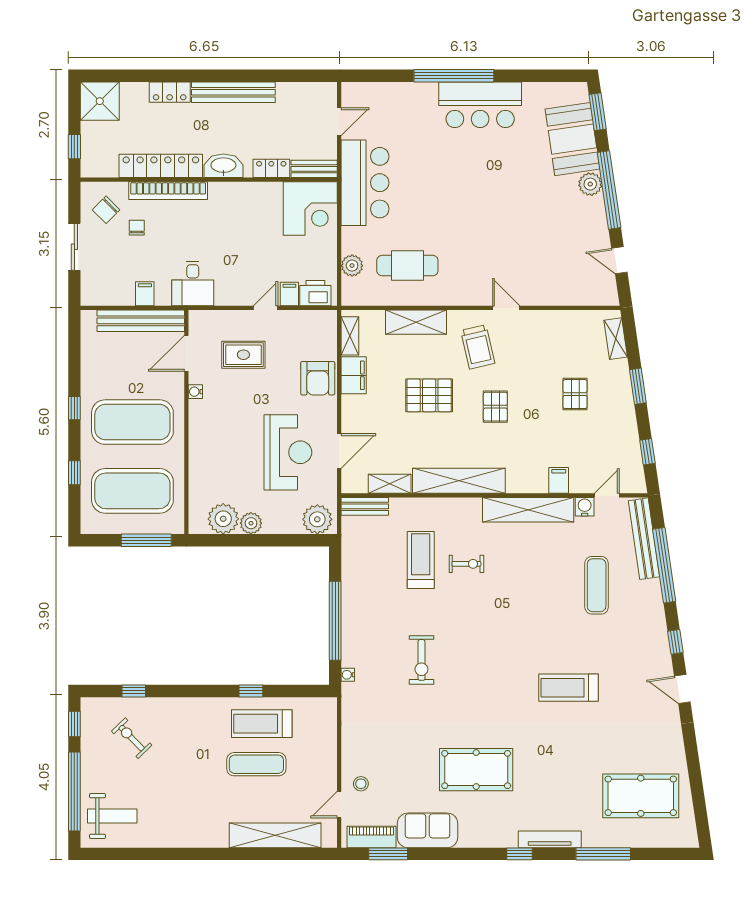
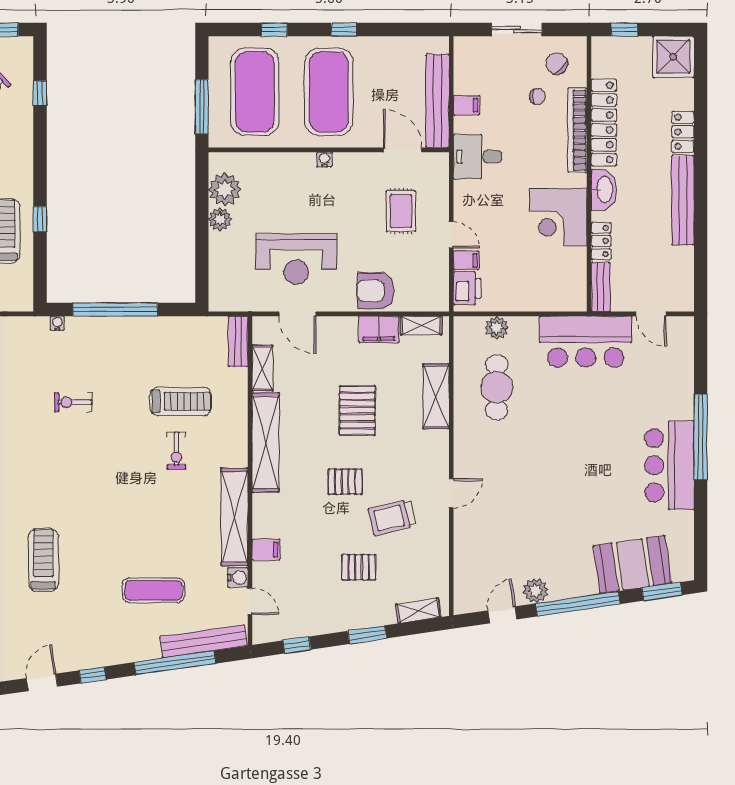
plant: (590, 184) -> (536, 591), moved
corner desk: (310, 209) -> (558, 217), moved
trolley: (478, 347) -> (392, 517), moved
water cooler: (195, 392) -> (324, 159), moved
plant: (317, 519) -> (224, 290), removed
exercise bike: (421, 660) -> (73, 402), width x0.73, depth x0.72

